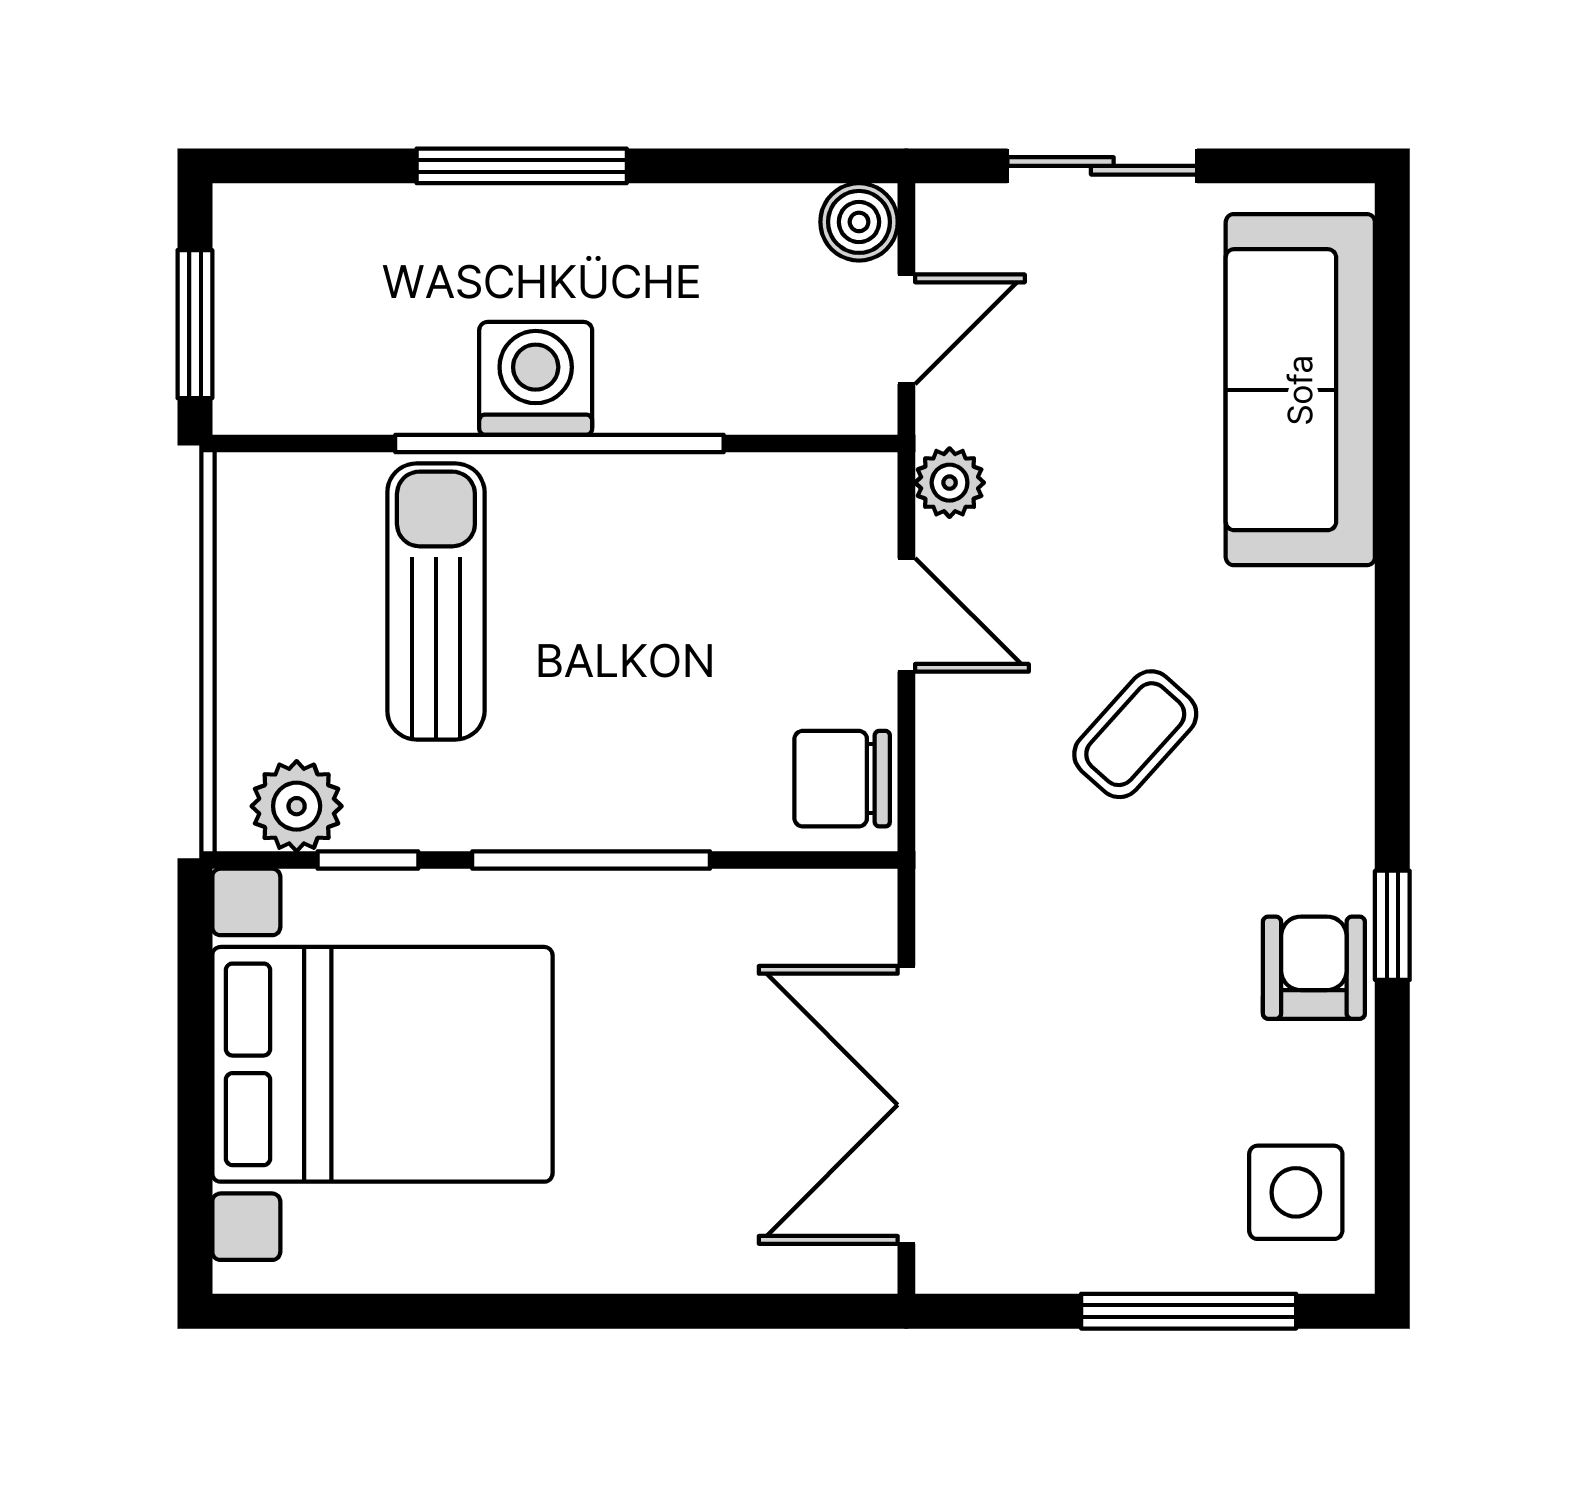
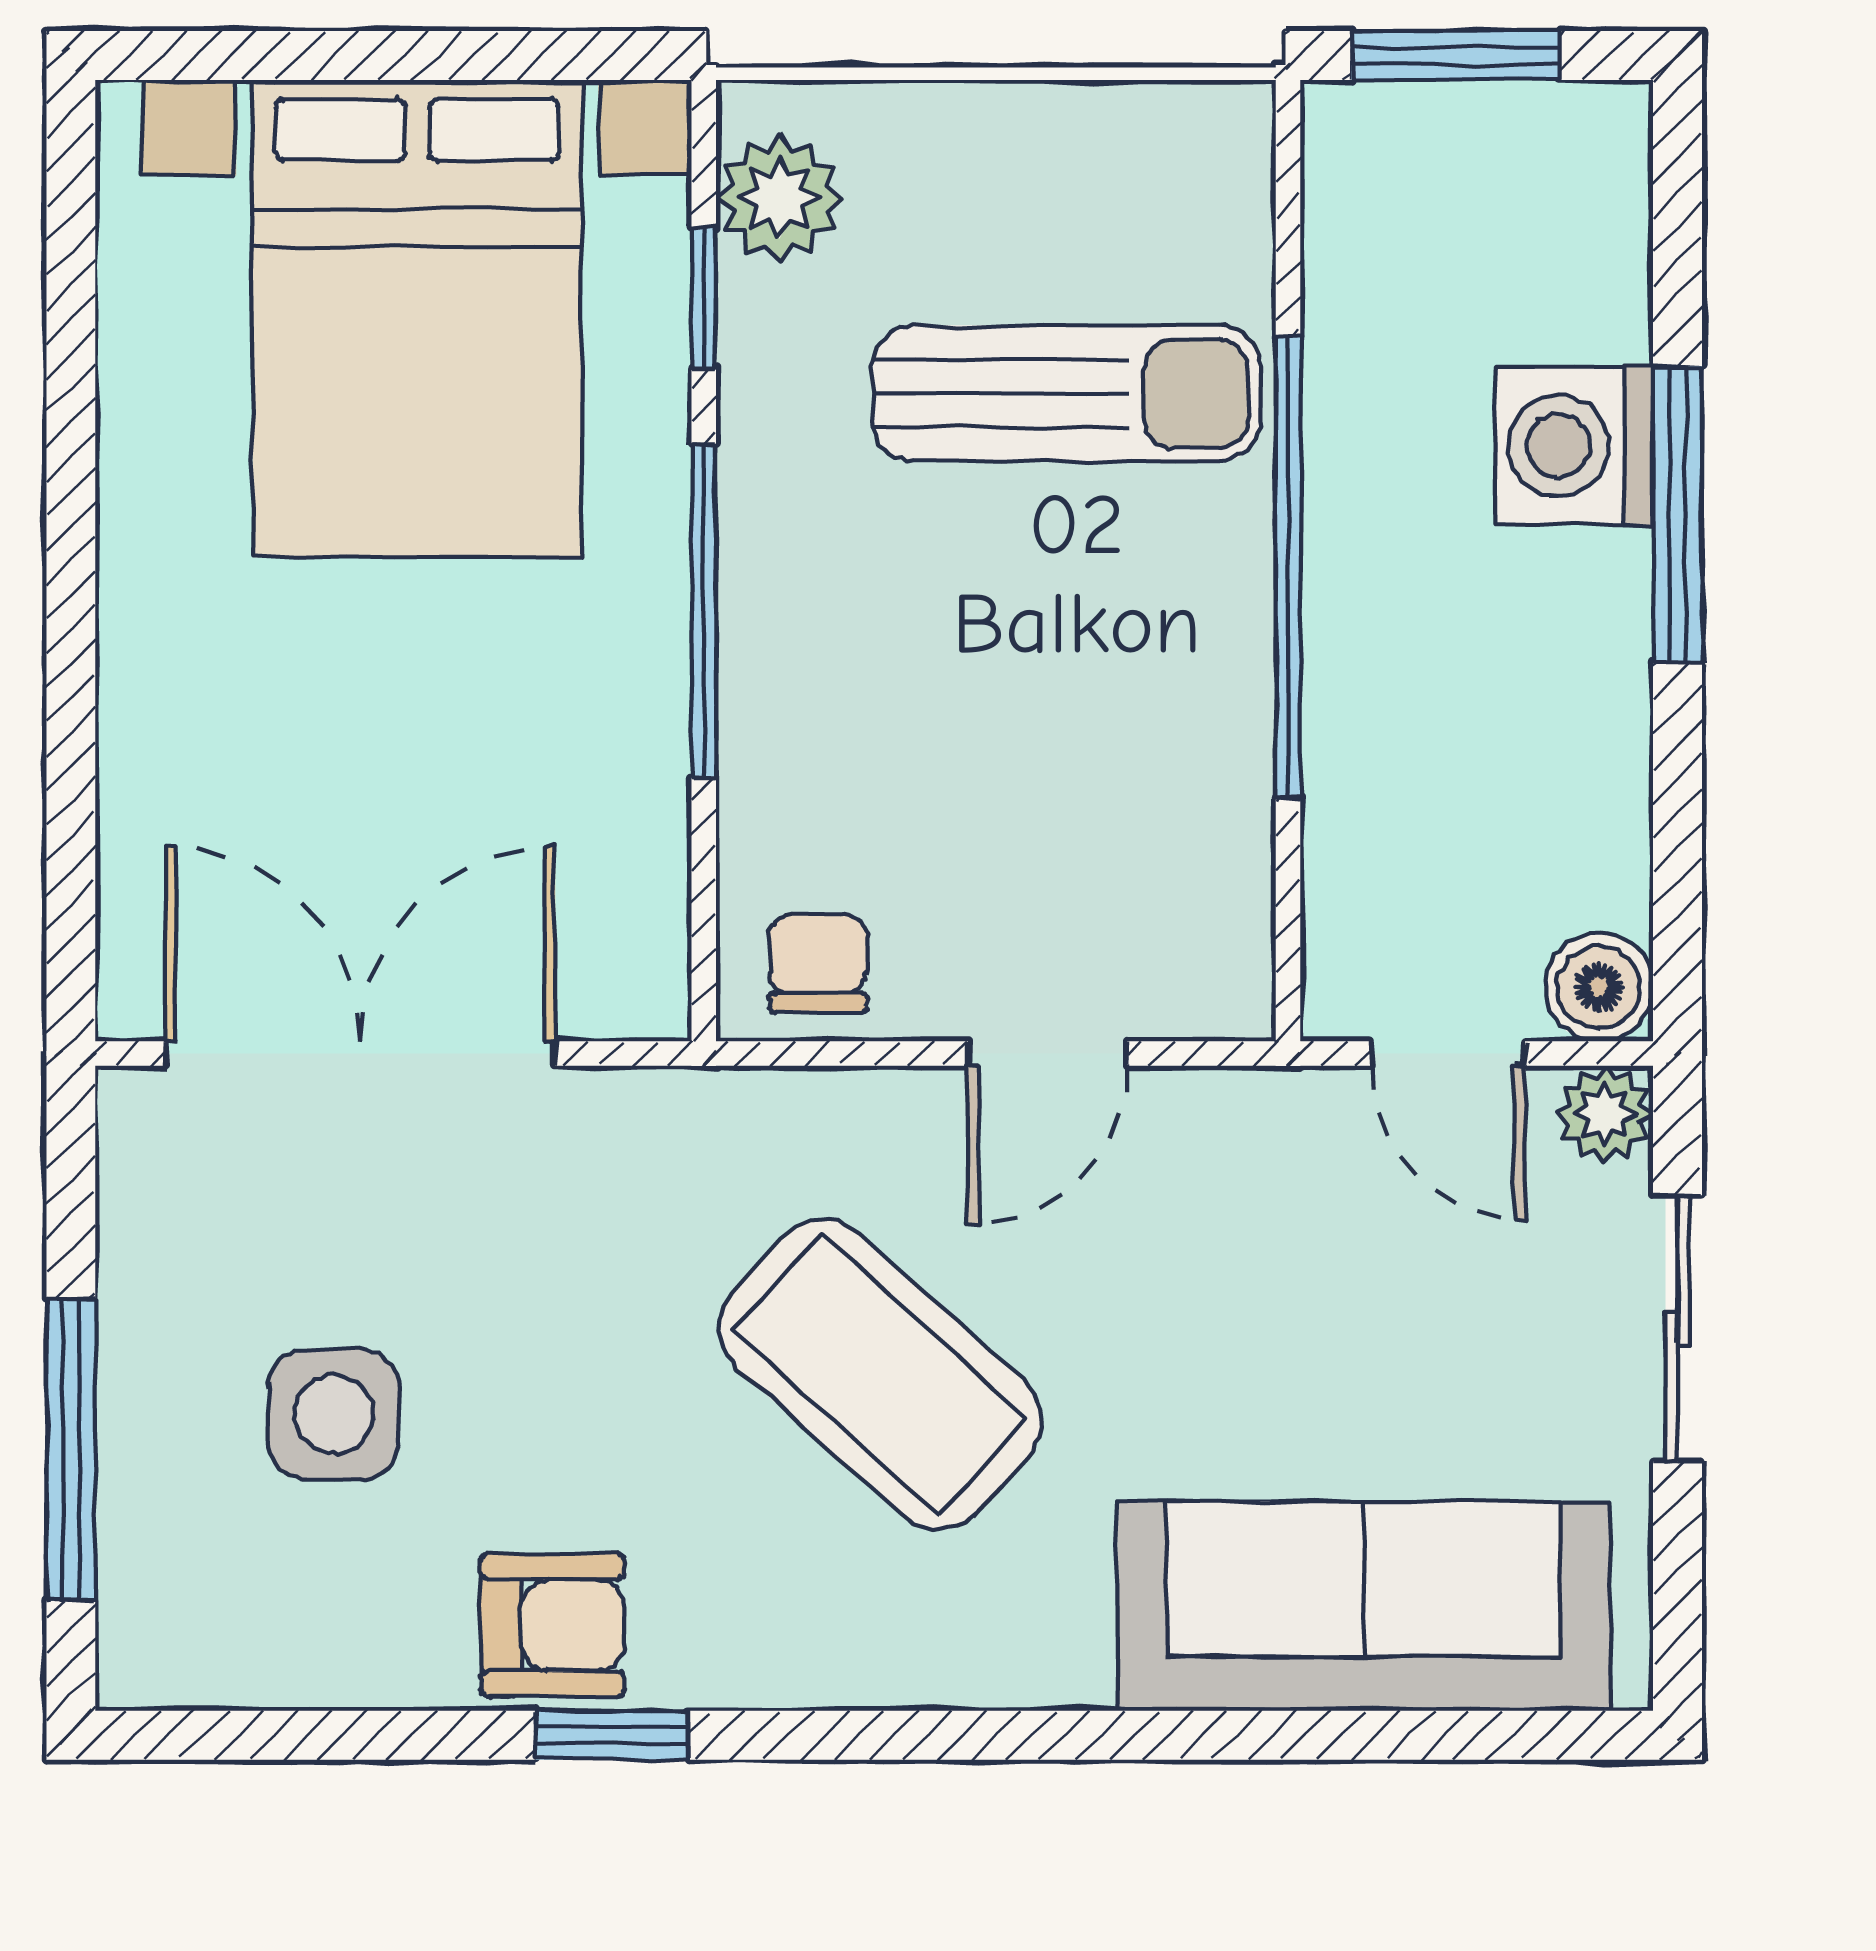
washing machine: (536, 378) -> (1574, 446), moved, turned 180
plant: (950, 483) -> (1605, 1114), moved
coffee table: (1135, 734) -> (880, 1375), width x1.86, depth x1.72
chair: (842, 779) -> (818, 963), width x0.73, depth x0.73
side table: (1296, 1192) -> (334, 1414), moved

